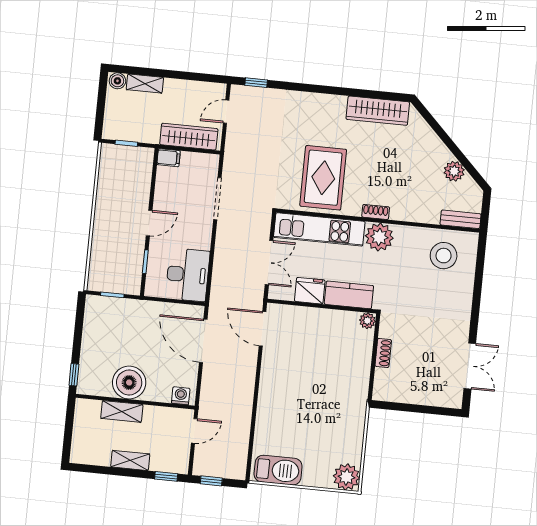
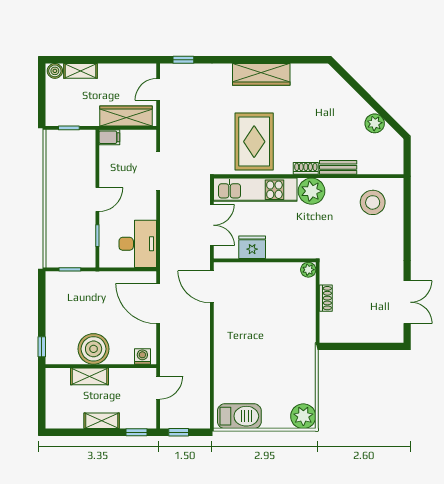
wardrobe: (378, 111) -> (261, 74), moved
bench: (461, 219) -> (338, 167), moved
kitchen counter: (349, 295) -> (289, 248), removed

